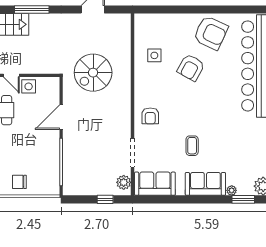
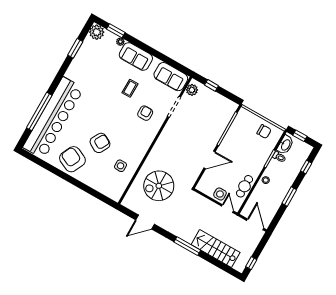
spiral stairs: (93, 73) -> (159, 186), moved, turned 180
armchair: (150, 116) -> (145, 113), moved

